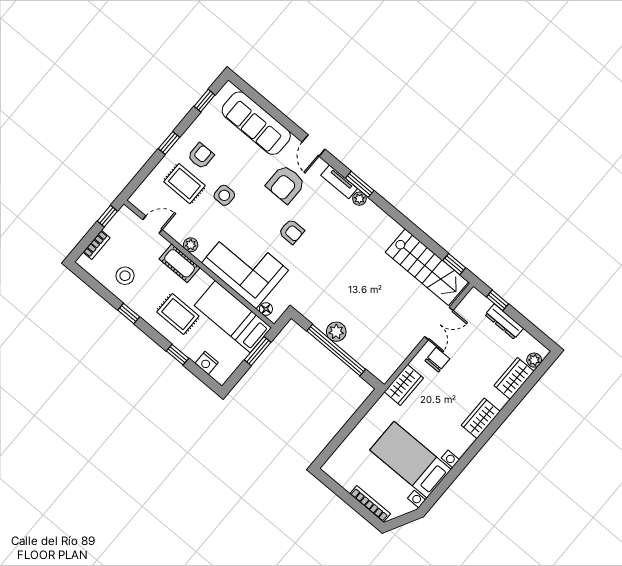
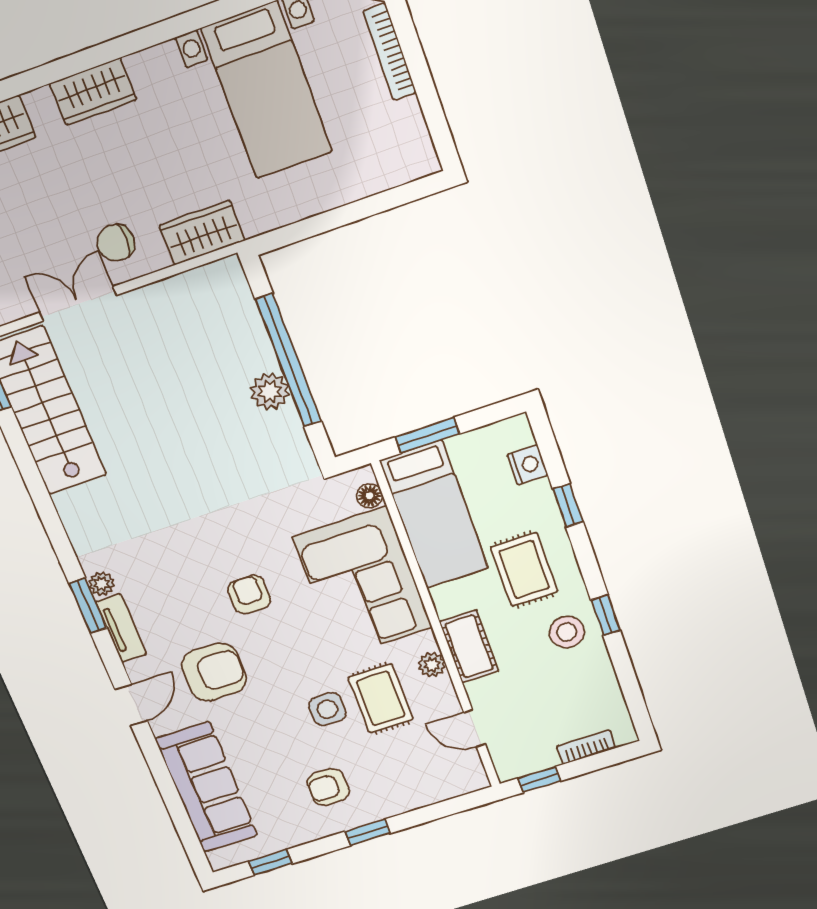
rug: (184, 184) -> (381, 699), moved
stool: (125, 276) -> (567, 632), moved

